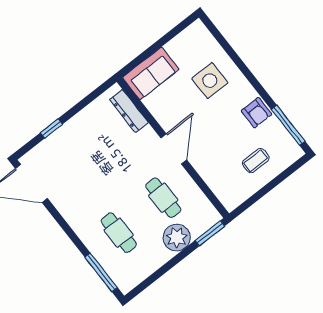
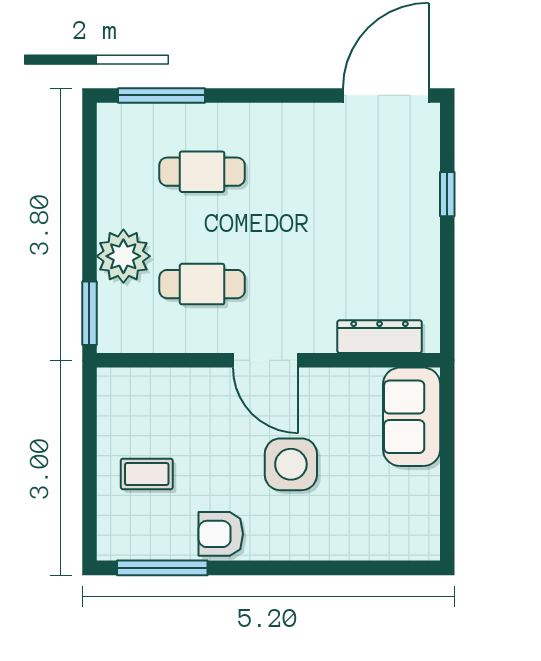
side table: (210, 81) -> (291, 464), moved
coffee table: (256, 161) -> (147, 474), turned 90

